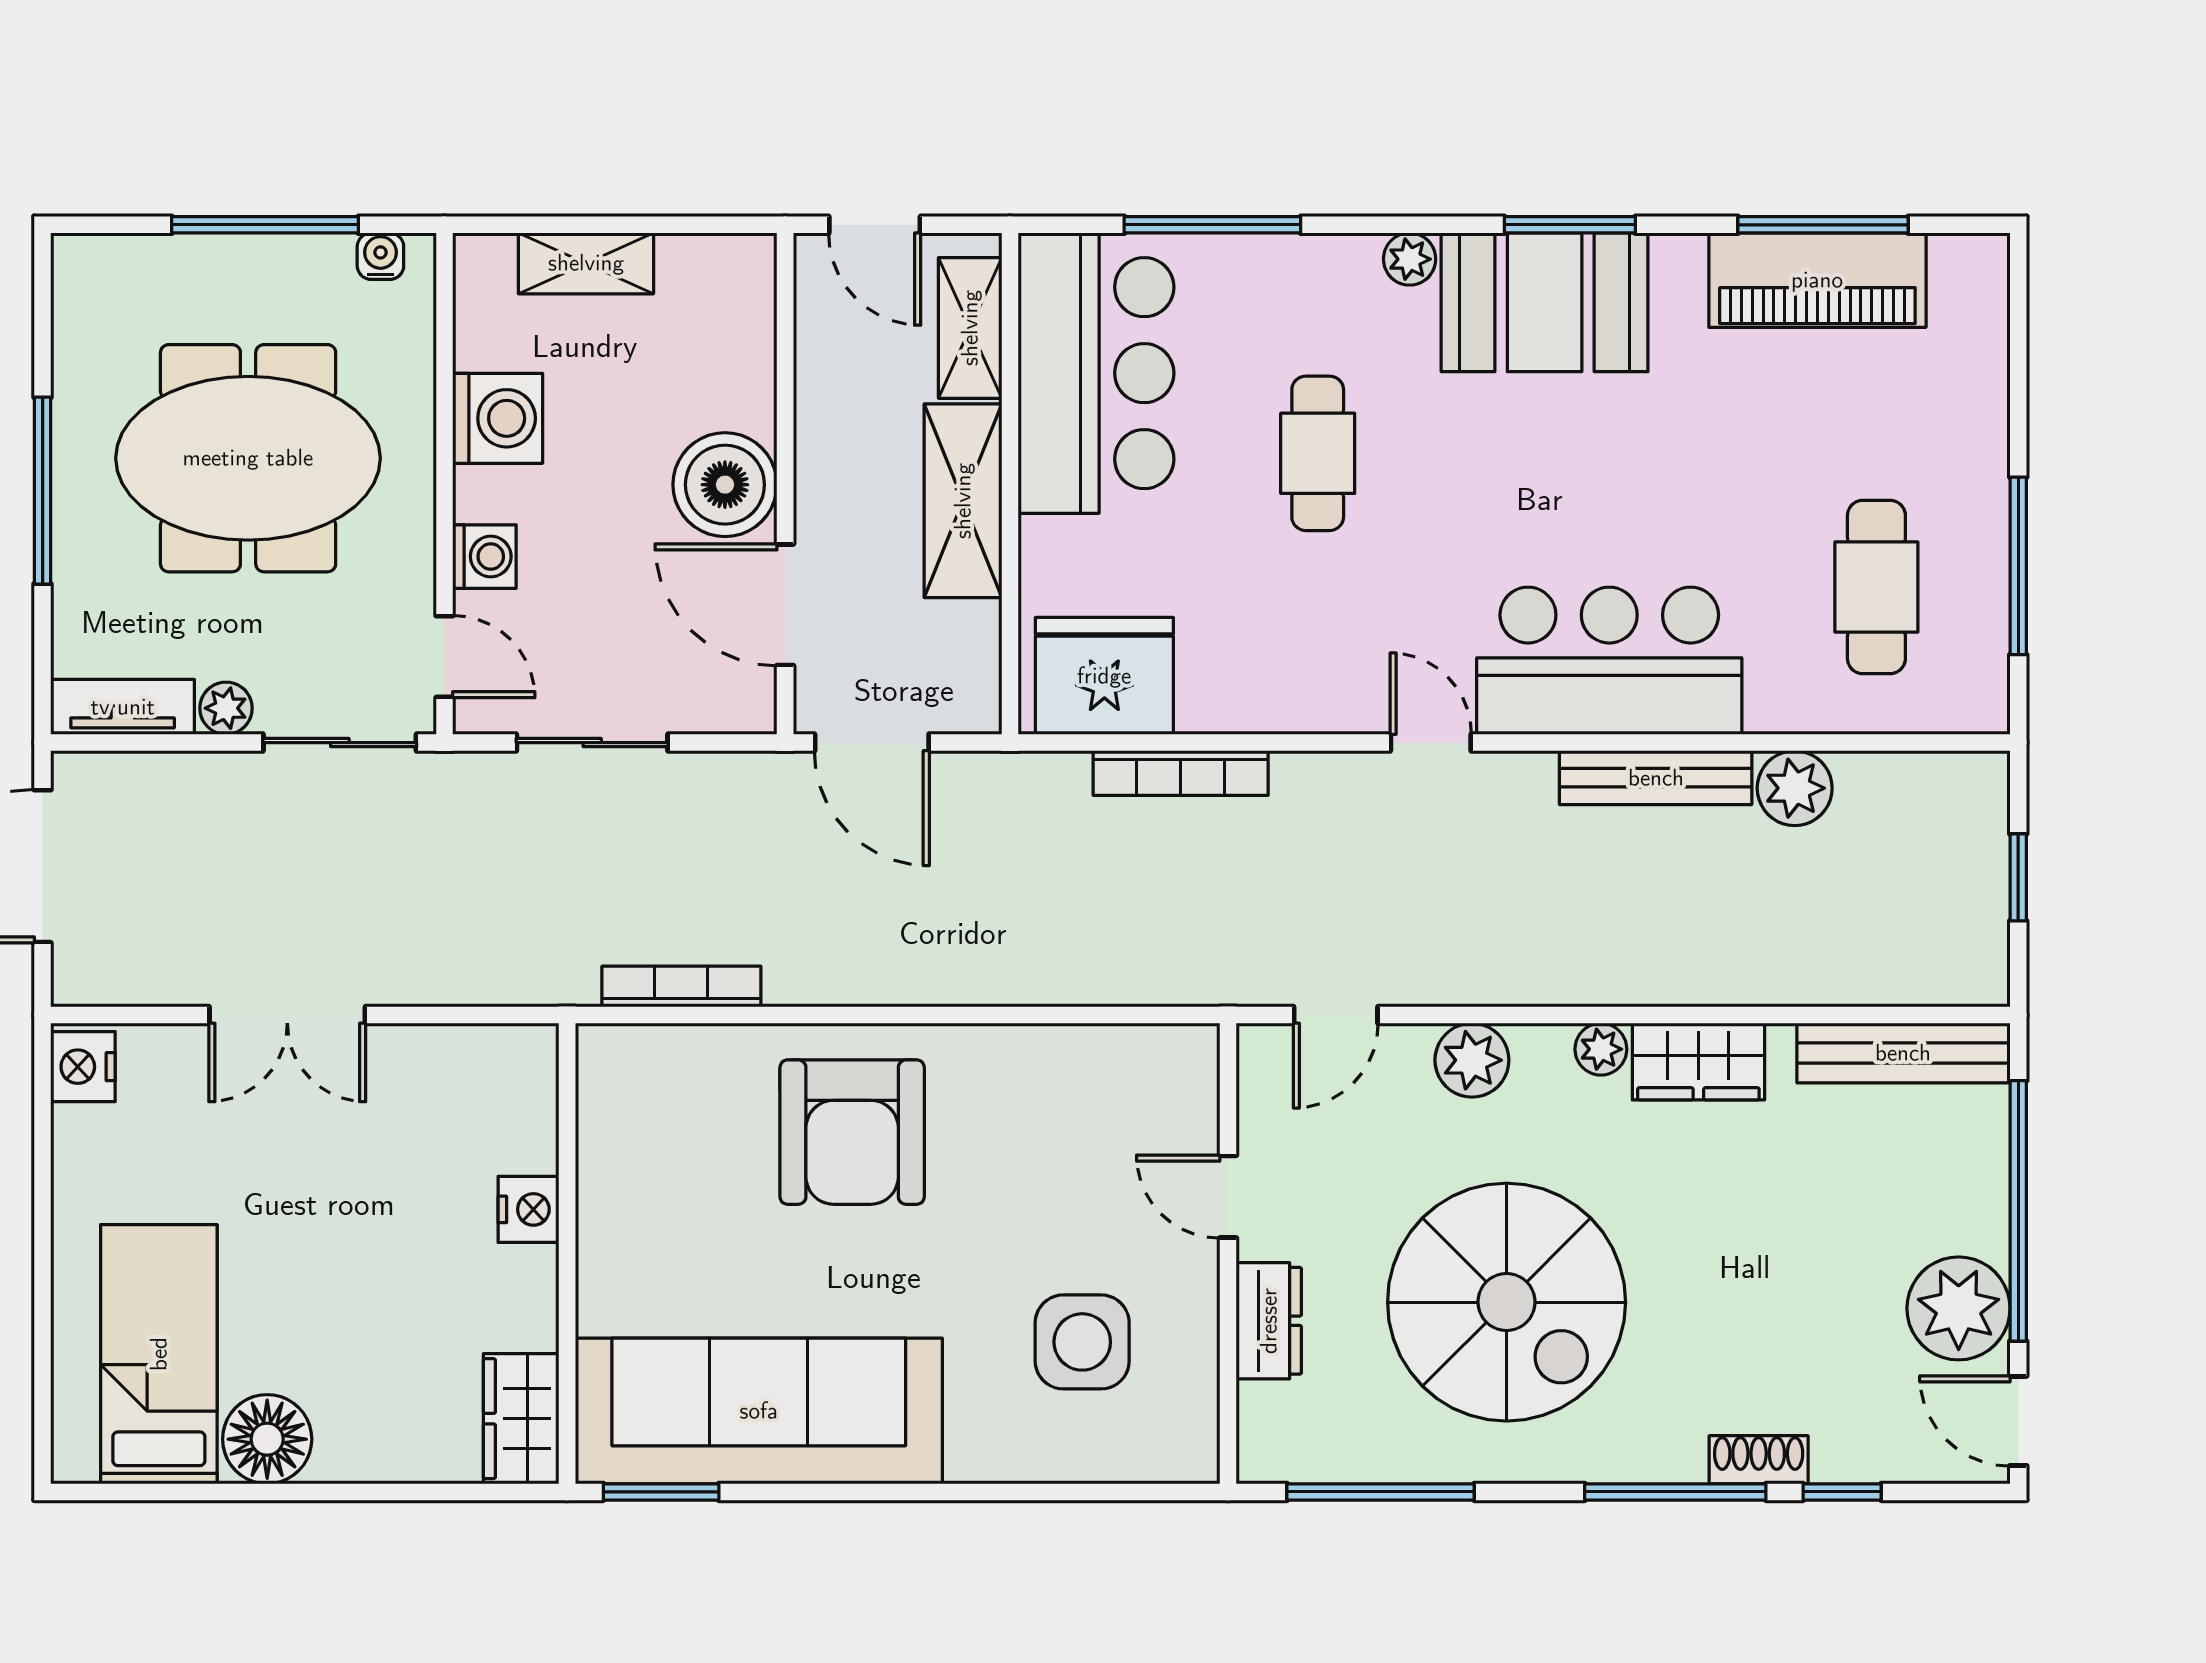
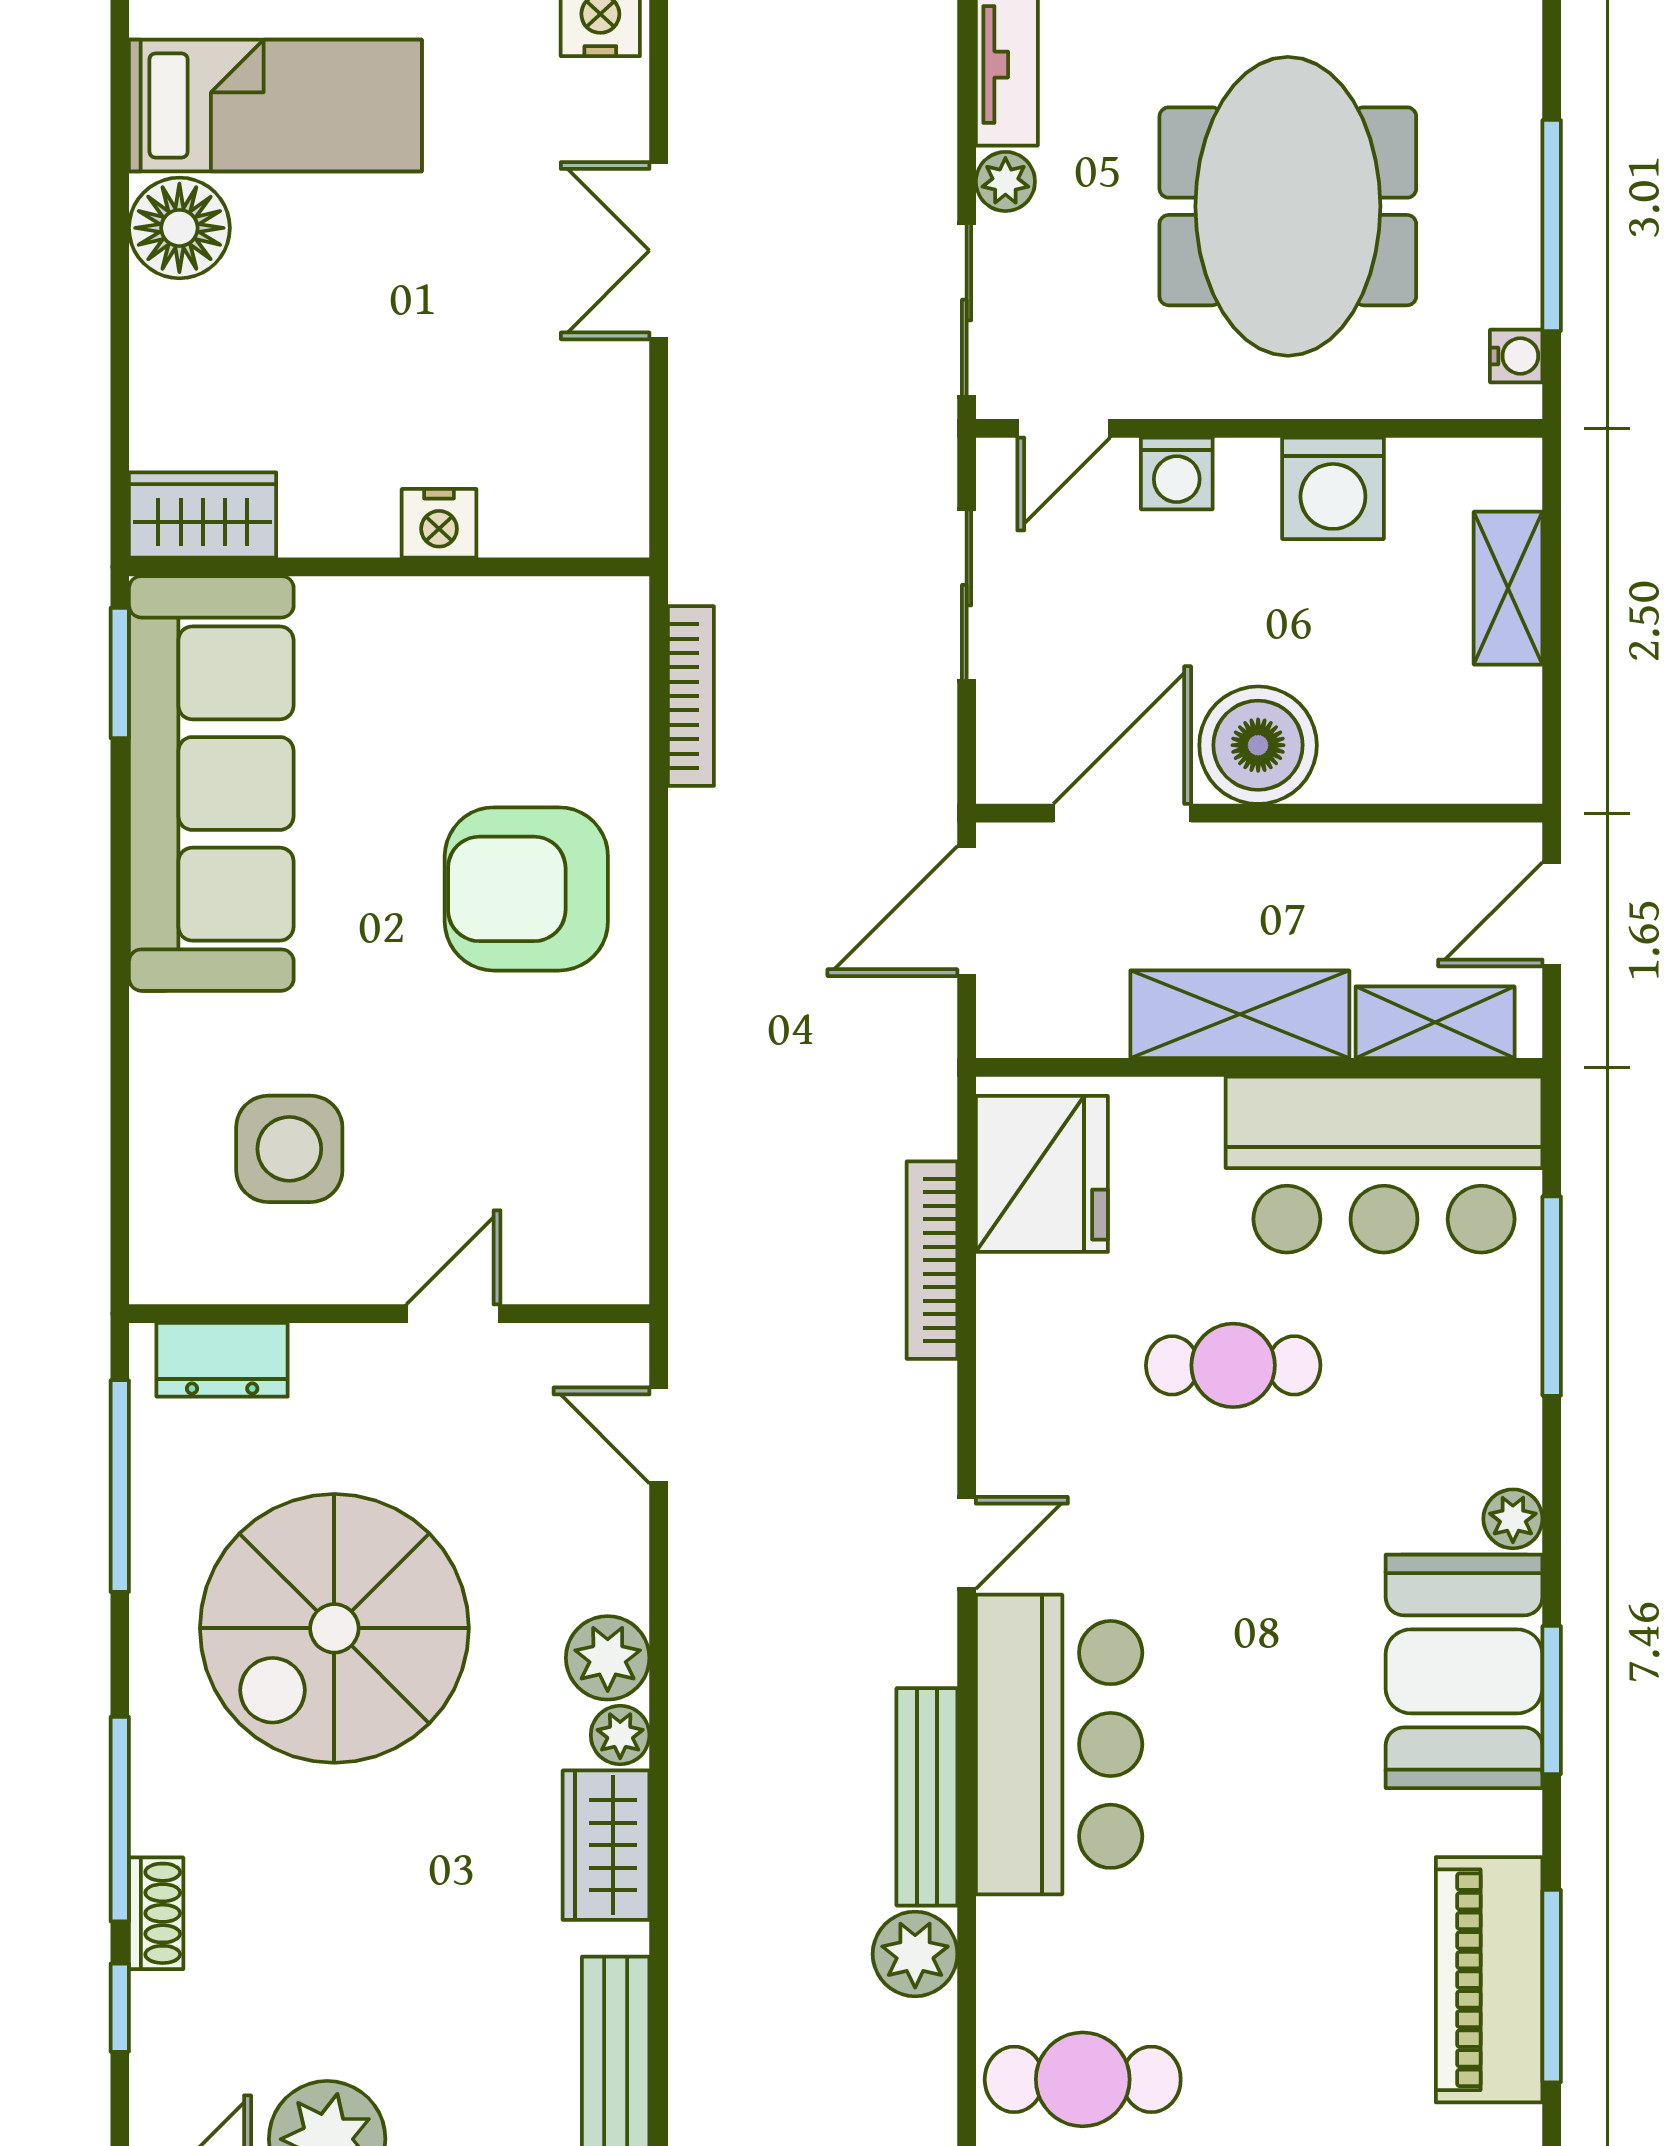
cafe table: (1318, 453) -> (1233, 1365), moved
cafe table: (1876, 587) -> (1083, 2079), moved
plant: (1472, 1060) -> (608, 1658), moved
dresser: (1269, 1321) -> (222, 1360), moved

